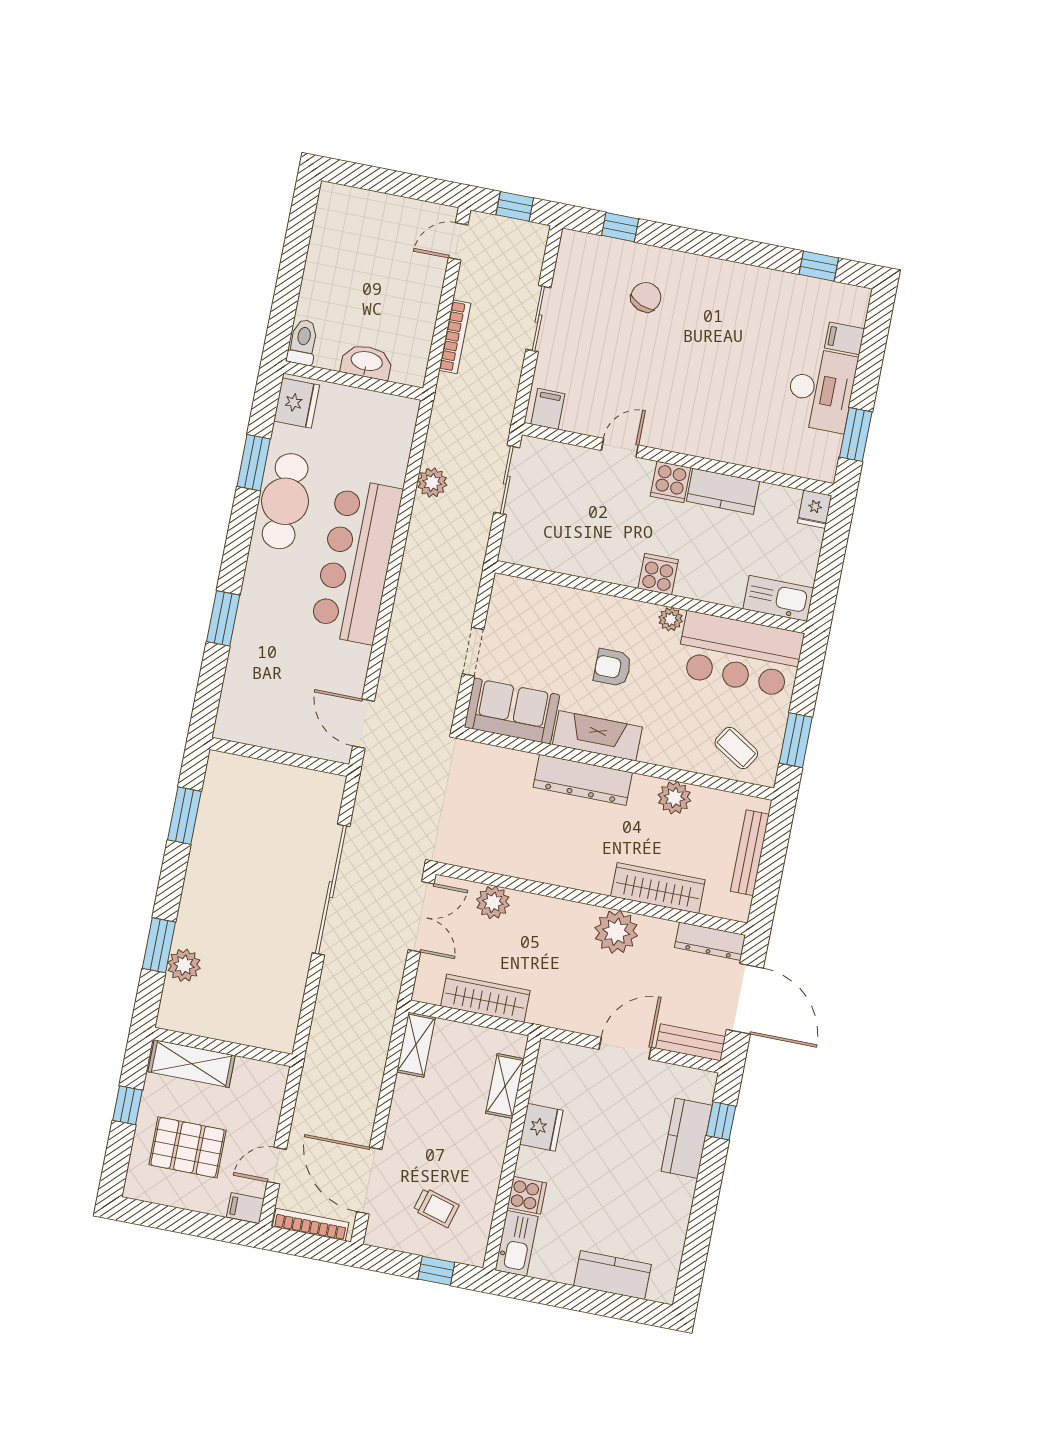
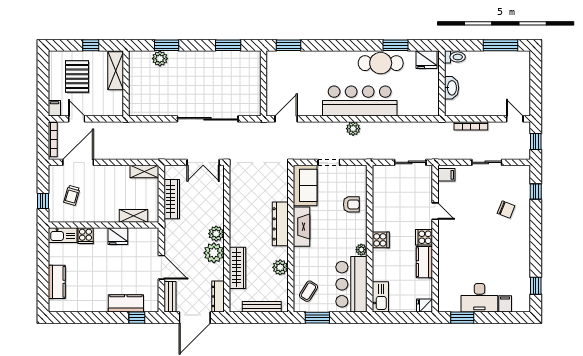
window: (297, 241) -> (501, 45), added
plant: (432, 483) -> (353, 129), moved
window: (223, 618) -> (288, 45), moved
armchair: (613, 668) -> (351, 204), moved, turned 90
plant: (493, 902) -> (216, 234), moved

